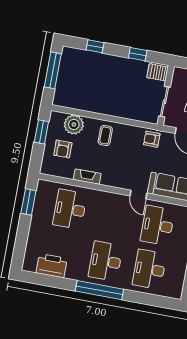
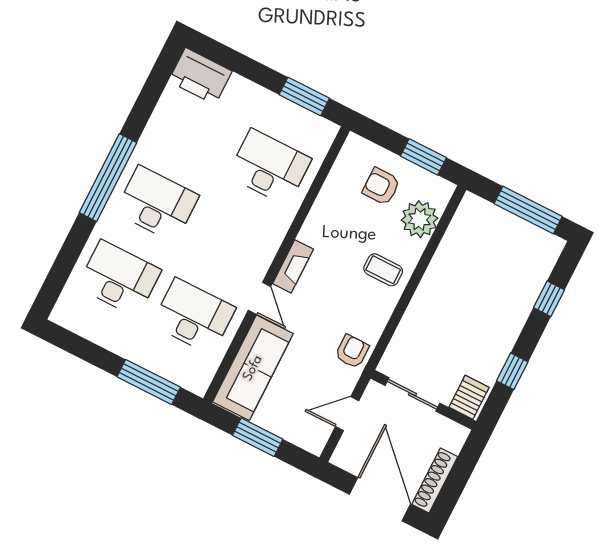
fireplace: (87, 177) -> (293, 266), moved
door: (138, 195) -> (259, 298), swing flipped
printer: (52, 266) -> (200, 76), moved, turned 90

